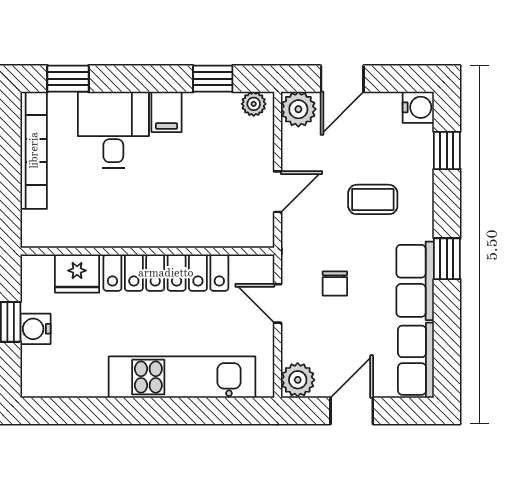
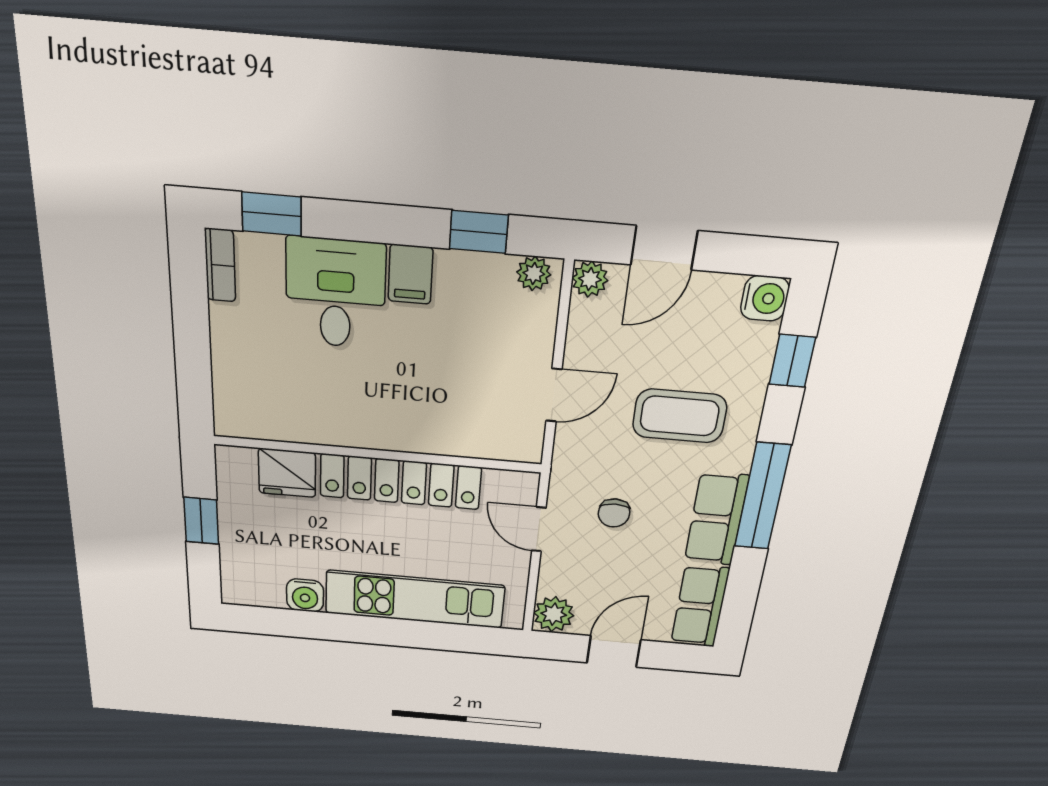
plant: (298, 109) -> (590, 279), width x0.73, depth x0.73
bookcase: (34, 150) -> (220, 265), width x0.43, depth x0.76
coffee table: (373, 199) -> (680, 416), width x1.36, depth x1.30
window: (447, 259) -> (762, 497), width x2.17
water cooler: (36, 329) -> (305, 595), moved, turned -90

